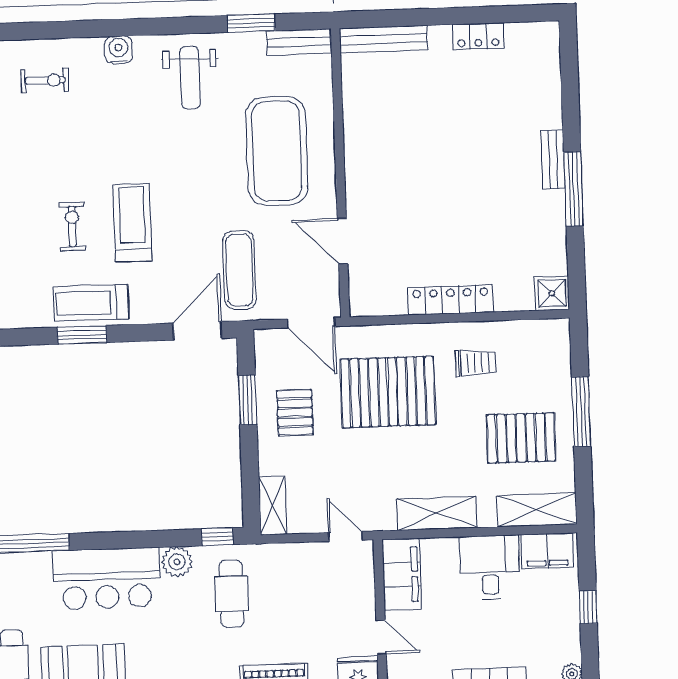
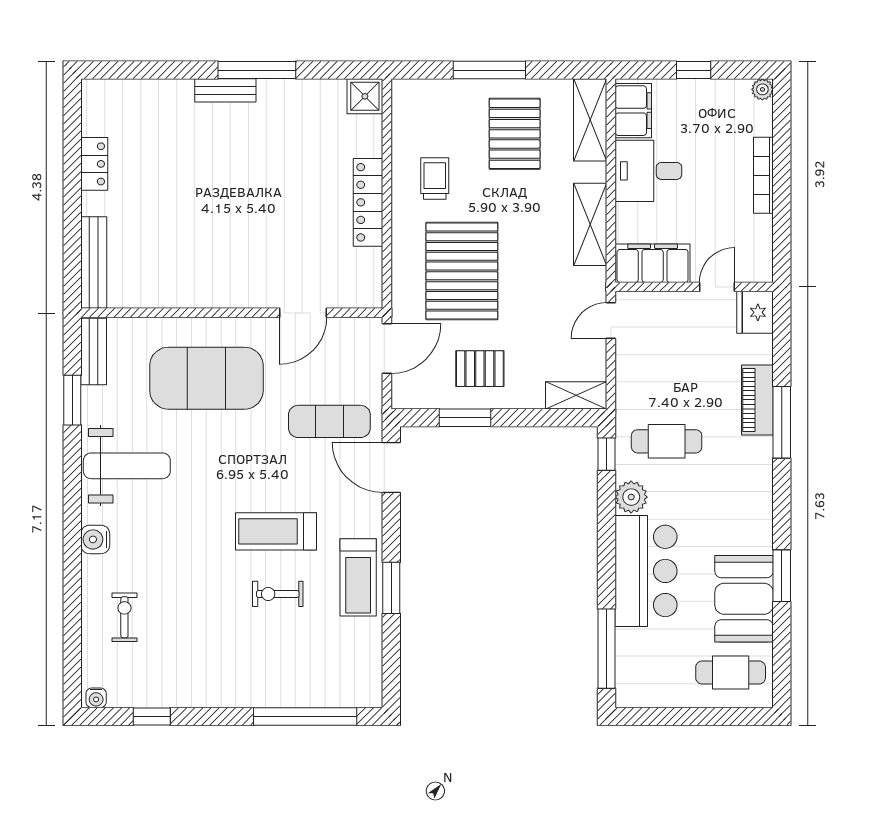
weight bench: (190, 78) -> (127, 466), width x1.36, depth x1.33

